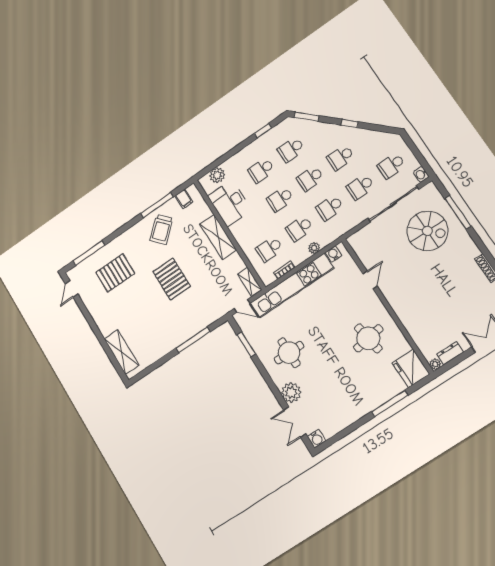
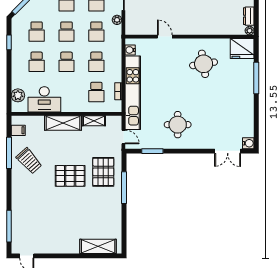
plant: (314, 248) -> (117, 20), moved
pallet: (115, 273) -> (103, 172), moved
shelving: (250, 282) -> (94, 121), moved
door: (242, 306) -> (123, 137), hinge flipped
plant: (291, 393) -> (206, 141), removed

